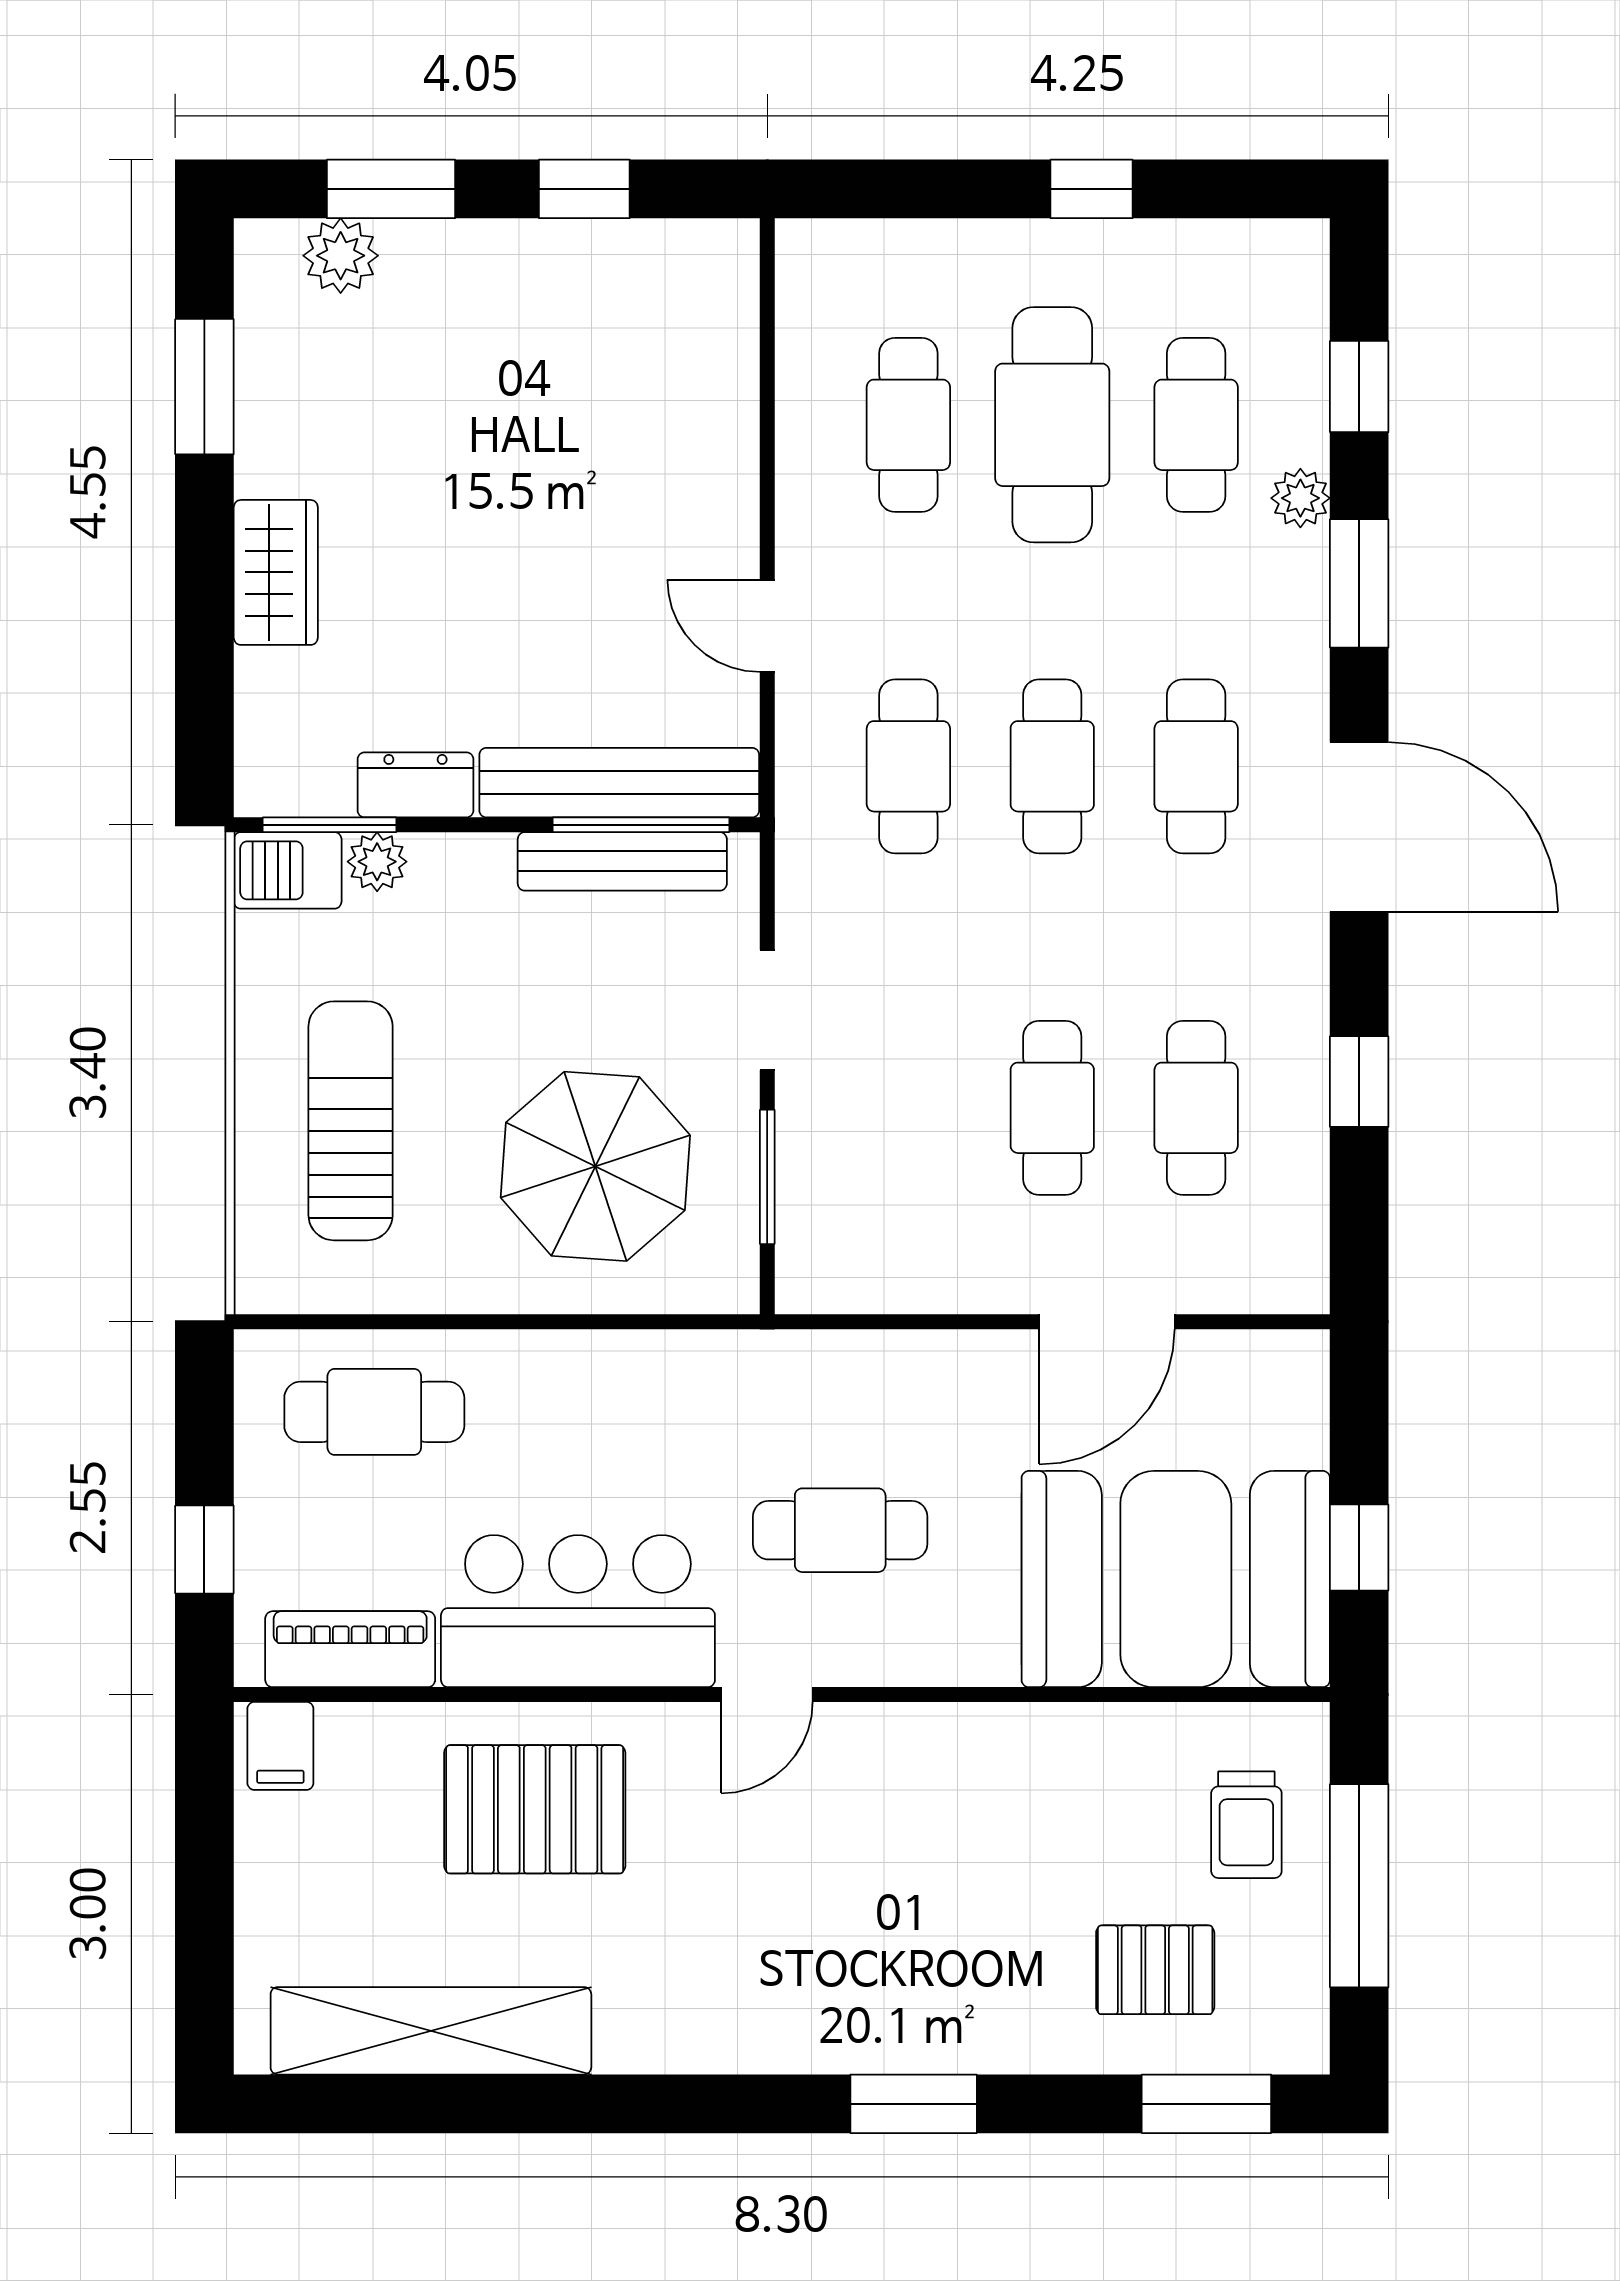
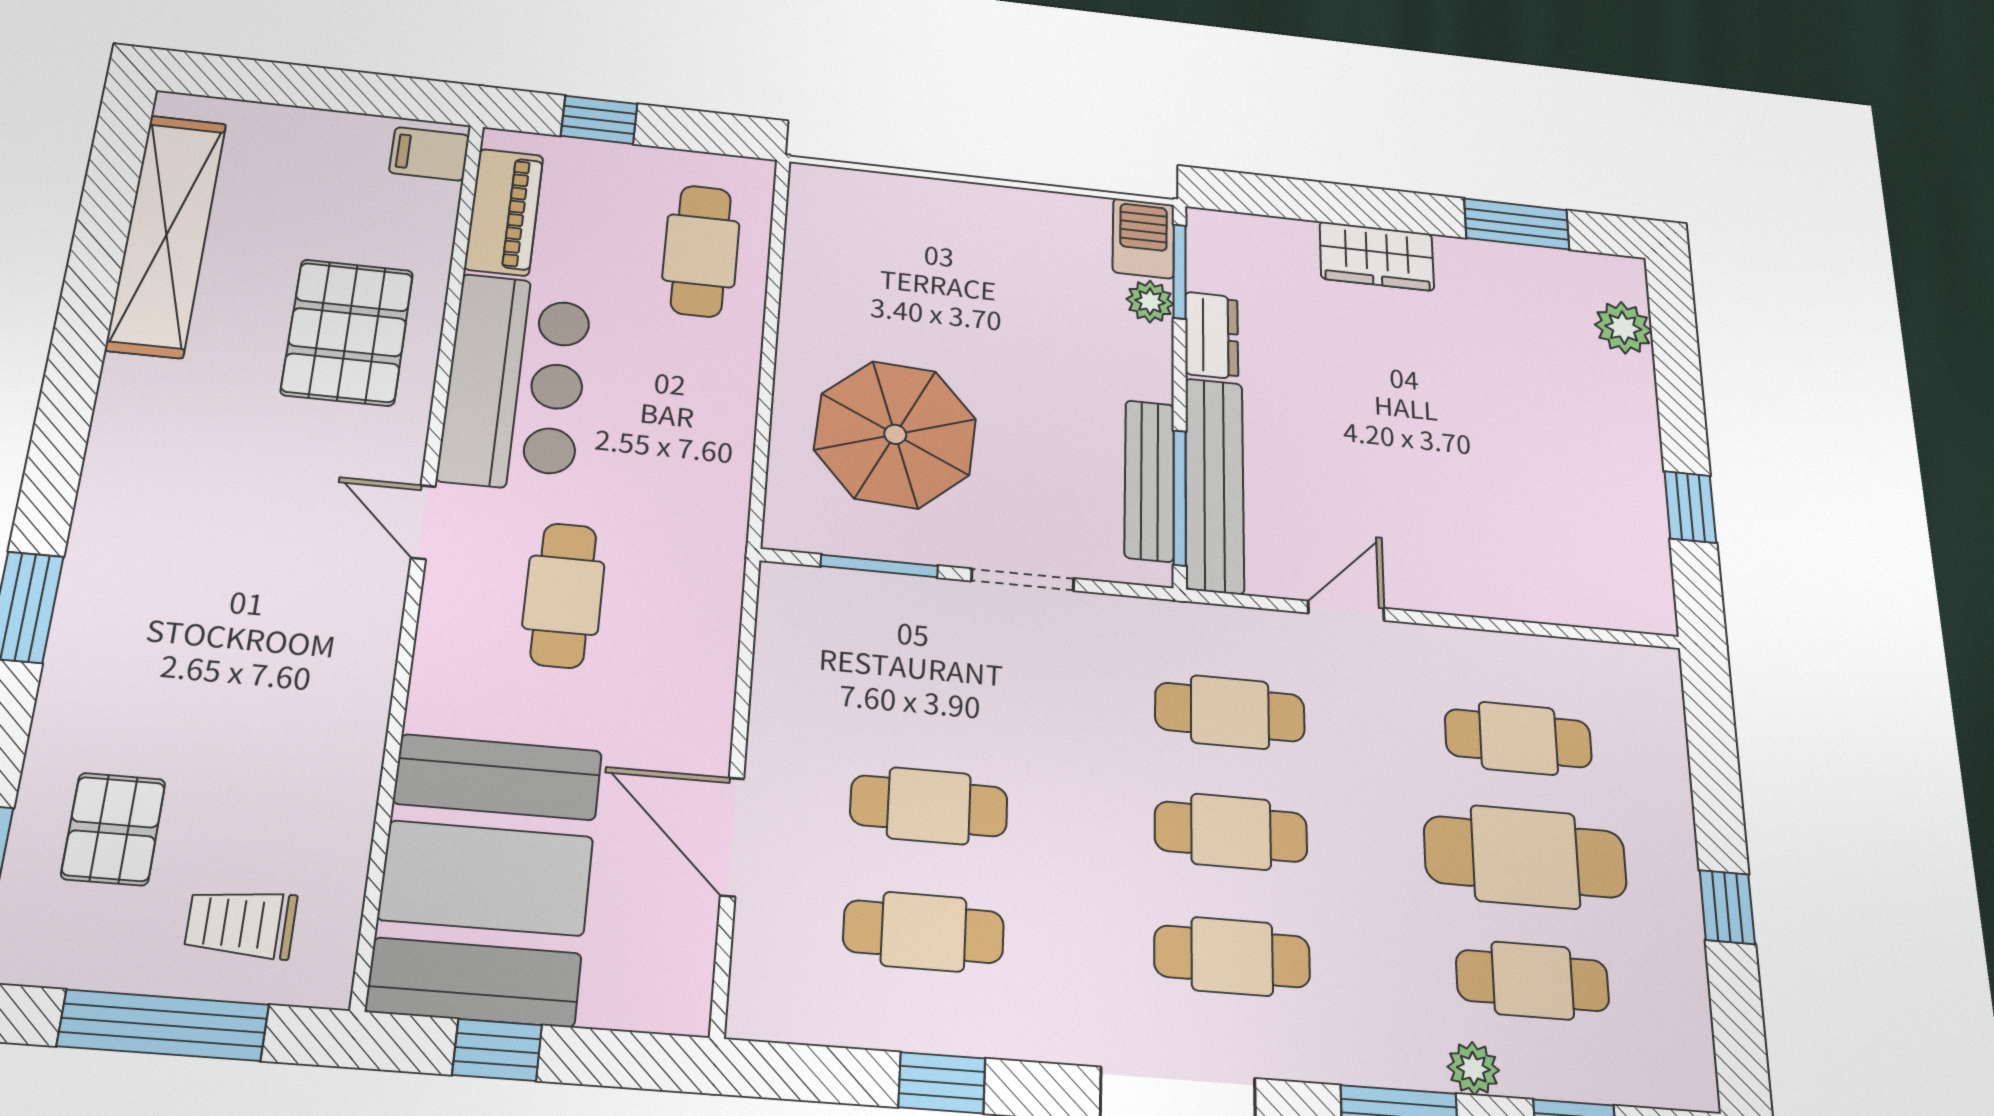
window: (391, 189) -> (1677, 368), removed
sun lounger: (351, 1121) -> (941, 260), removed

